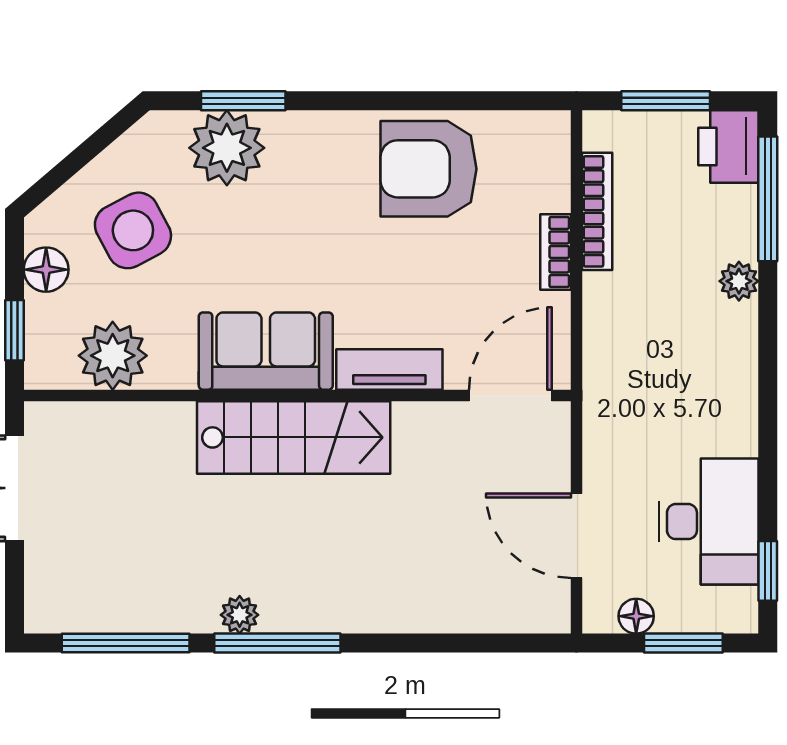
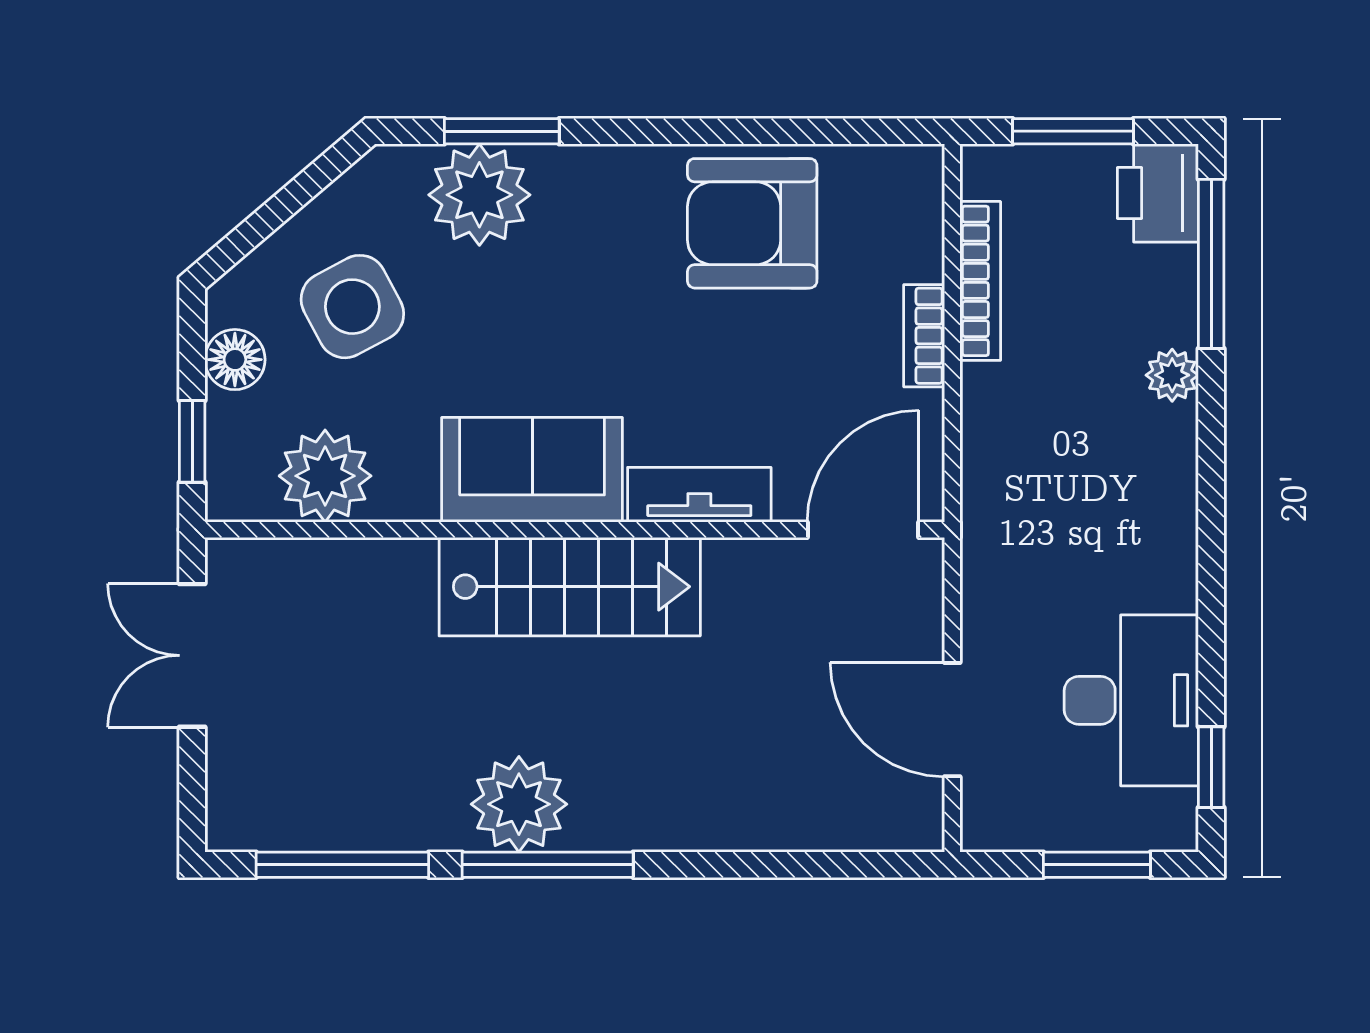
plant: (240, 615) -> (519, 804), width x1.87, depth x1.87
floor lamp: (636, 616) -> (1033, 828), removed

